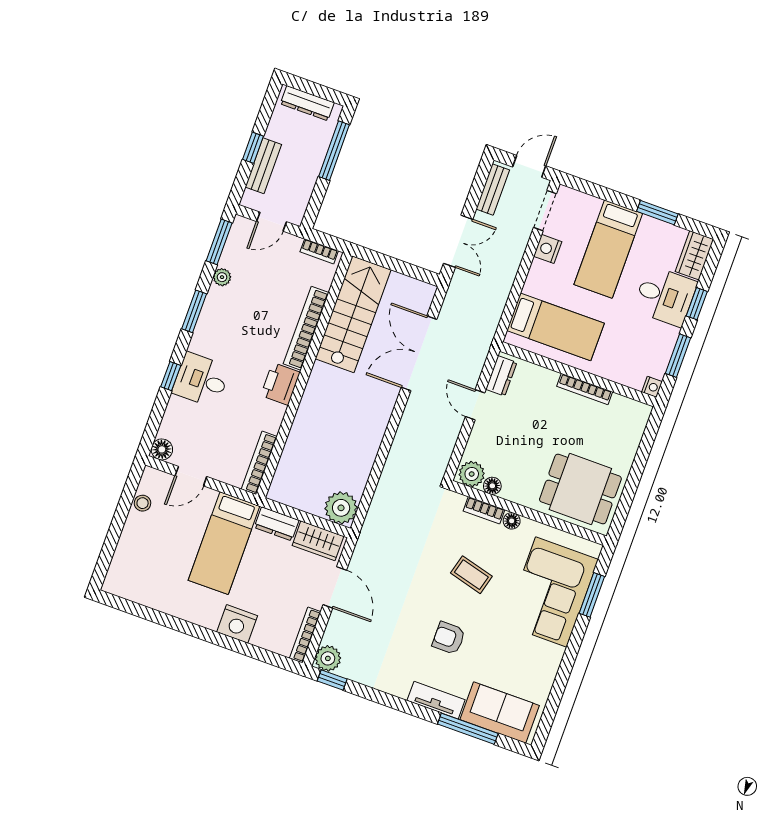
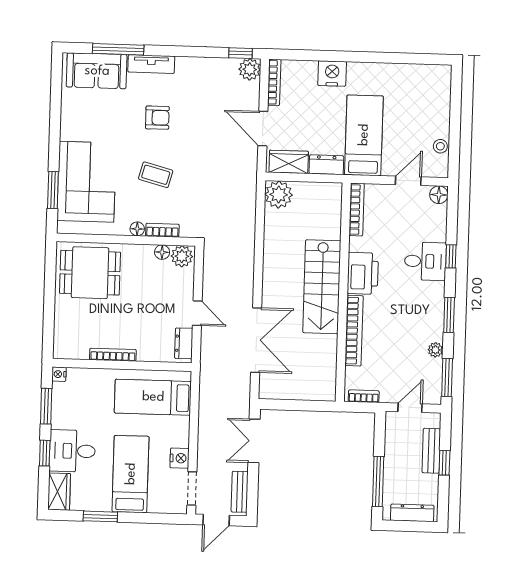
stairs: (353, 314) -> (322, 287), moved
printer: (280, 384) -> (363, 273), width x1.37, depth x1.19

